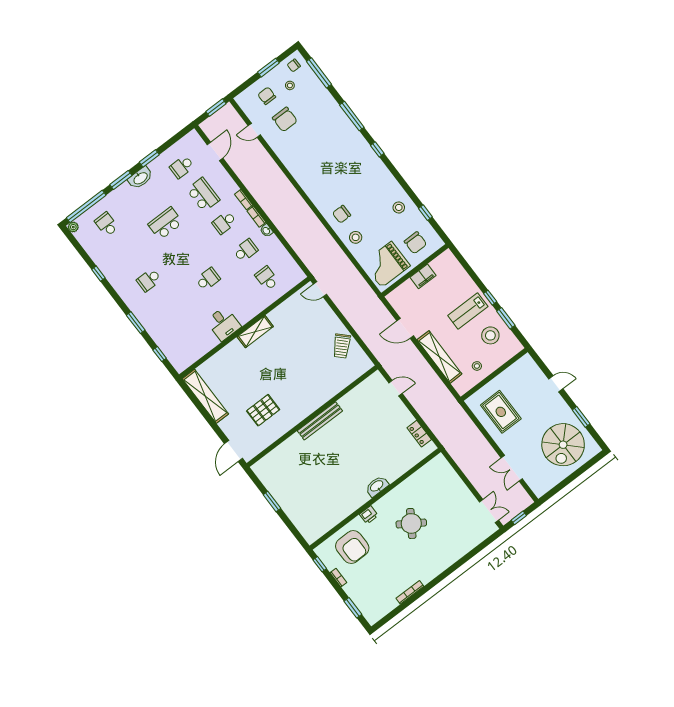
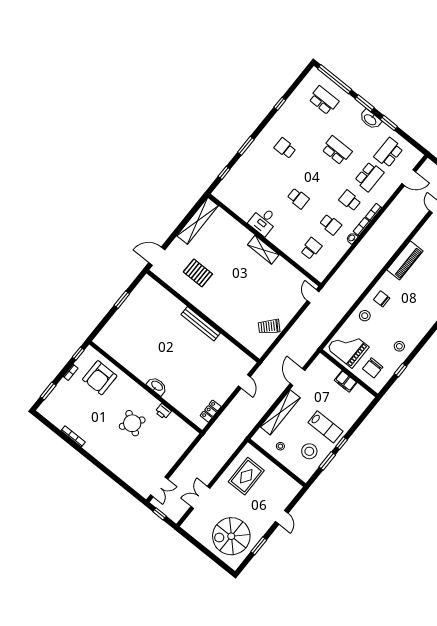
school desk: (182, 167) -> (389, 153), width x1.85
piano: (305, 178) -> (405, 260), added
school desk: (106, 224) -> (324, 100), width x1.85
plant: (73, 227) -> (314, 72), removed
lab bench: (468, 311) -> (325, 427), turned 180
printer: (369, 515) -> (163, 411), moved

